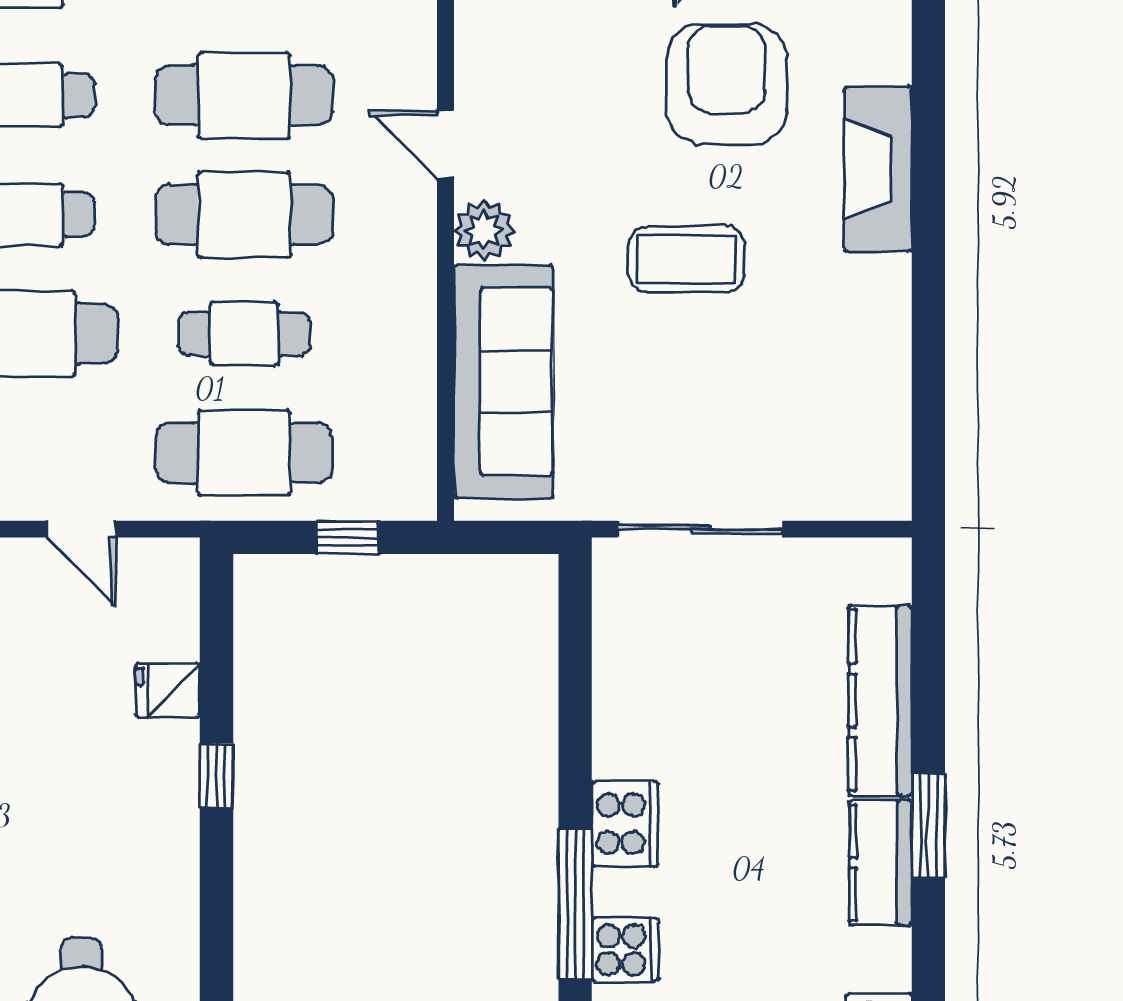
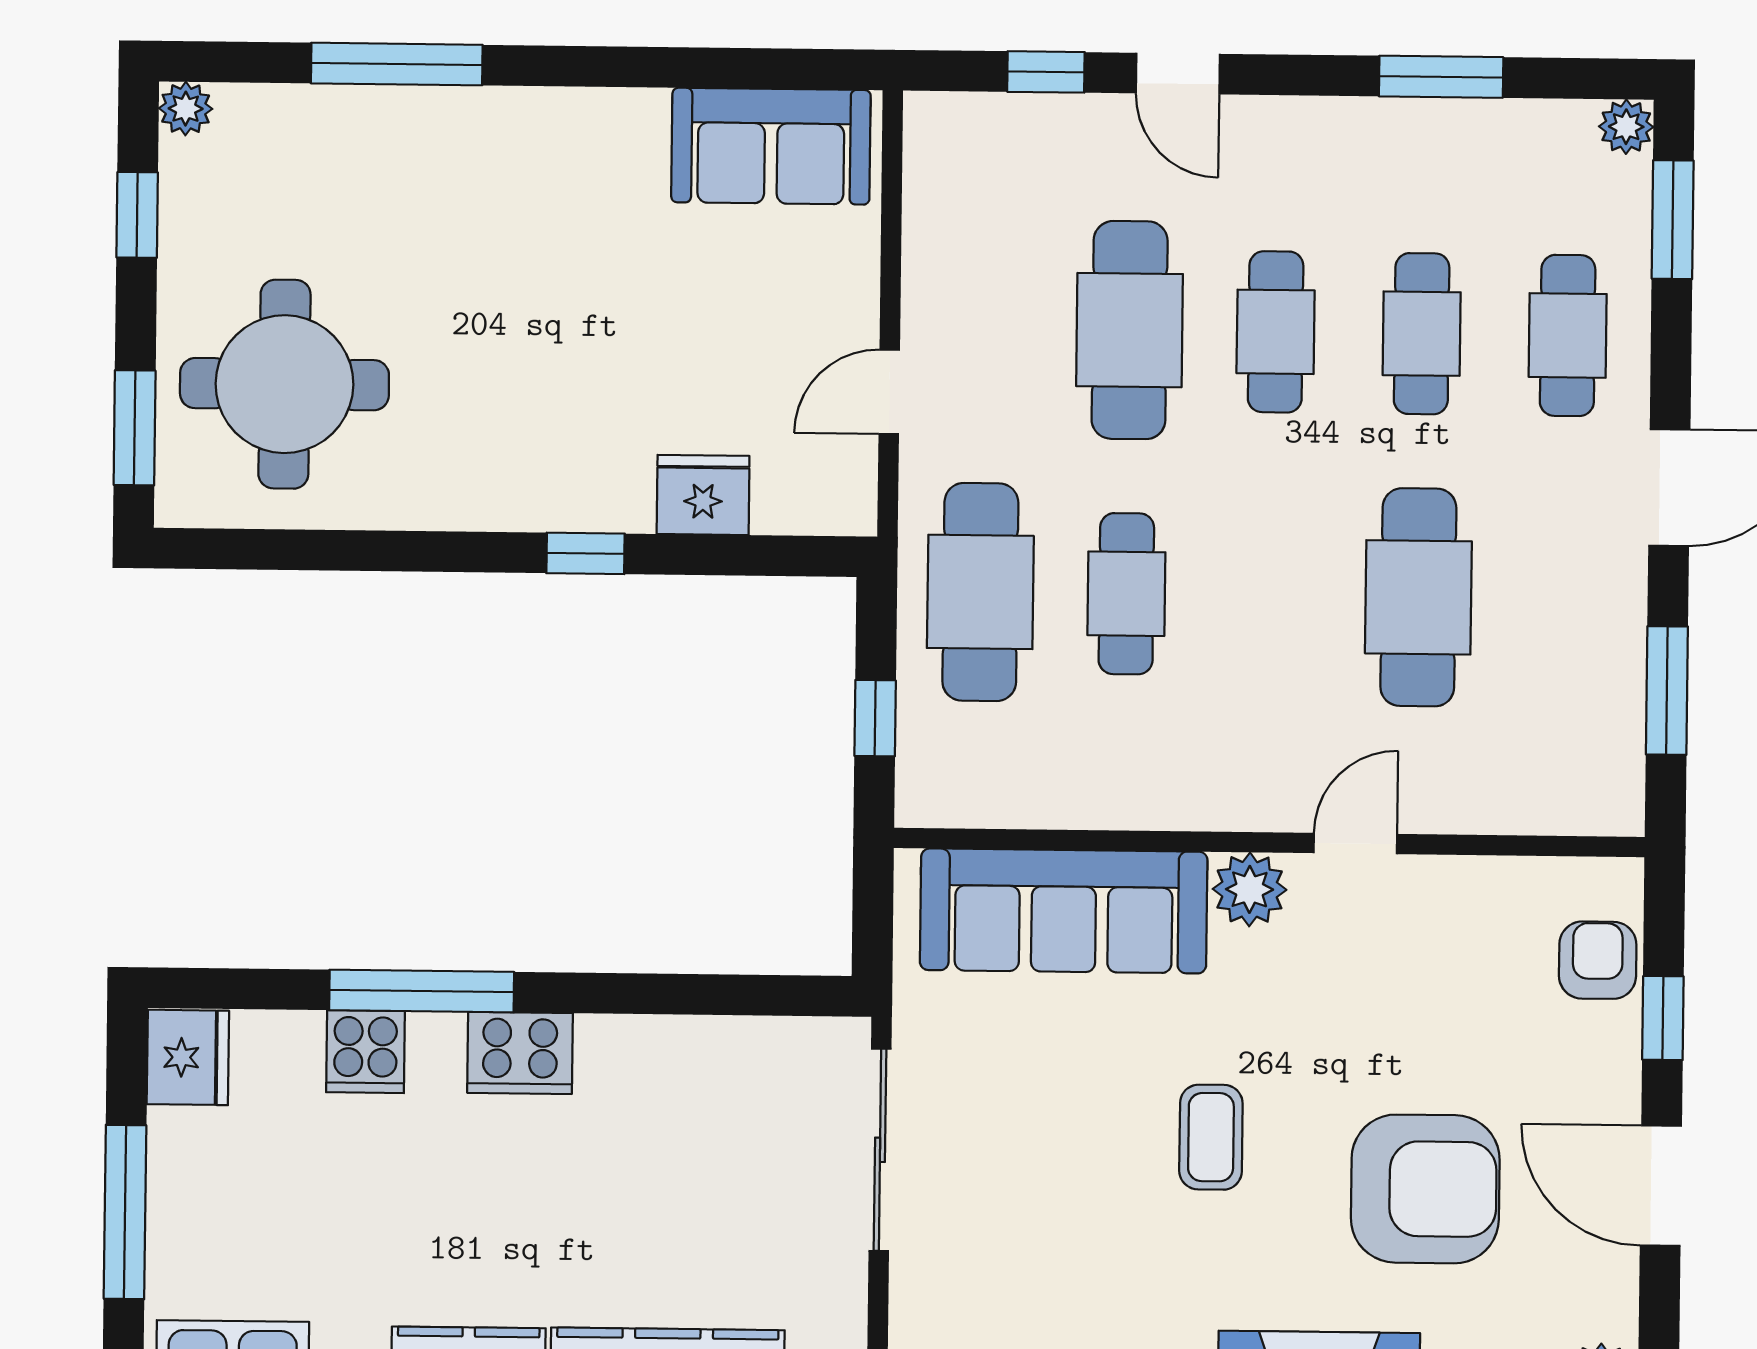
cafe table: (244, 215) -> (1272, 596), removed
coffee table: (687, 259) -> (1211, 1137), width x0.73, depth x0.77
fridge: (168, 690) -> (703, 495), width x1.38

